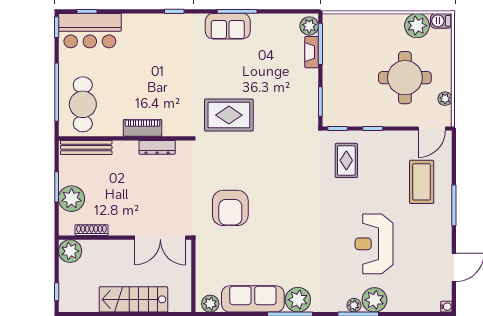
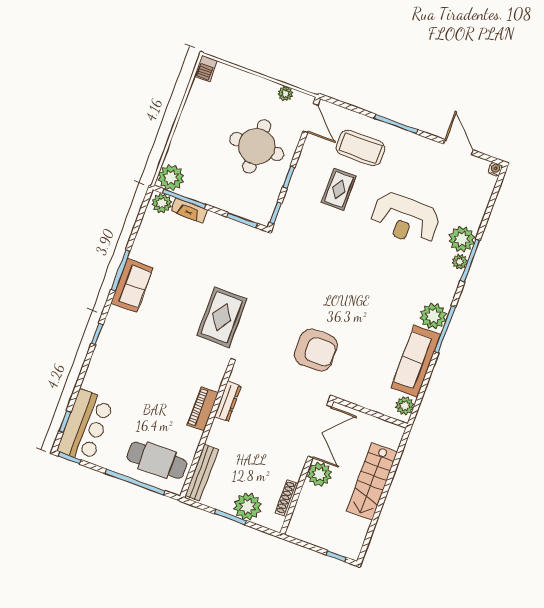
plant: (417, 26) -> (171, 178), moved
round table: (405, 78) -> (257, 147), moved
rug: (346, 160) -> (339, 189), moved, turned 90
plant: (70, 251) -> (319, 474), moved

